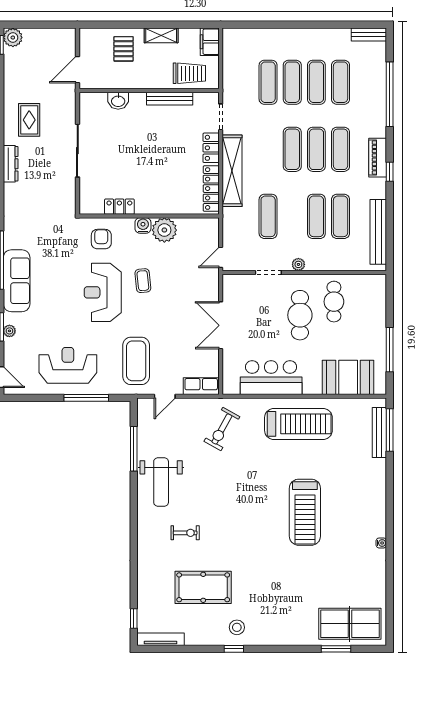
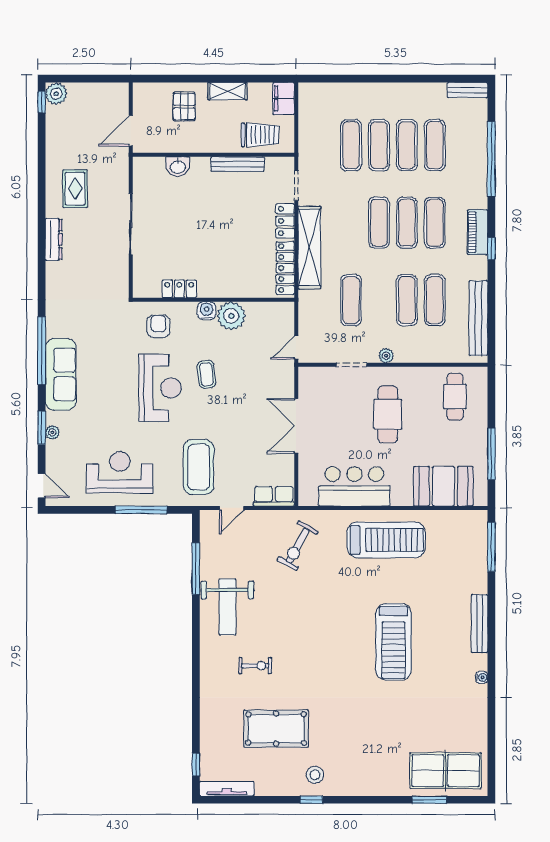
reception desk: (103, 292) -> (160, 388), turned 180
cafe table: (334, 302) -> (455, 397), moved
bench: (379, 432) -> (480, 624), moved

